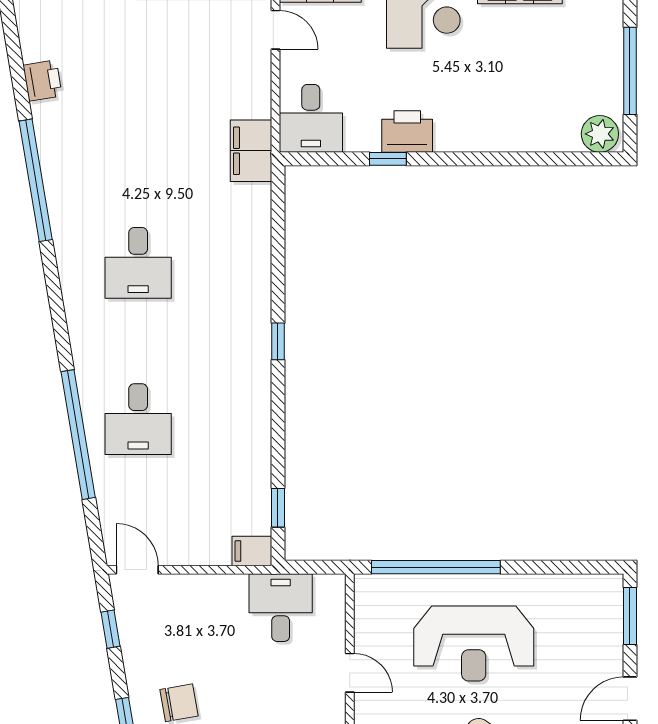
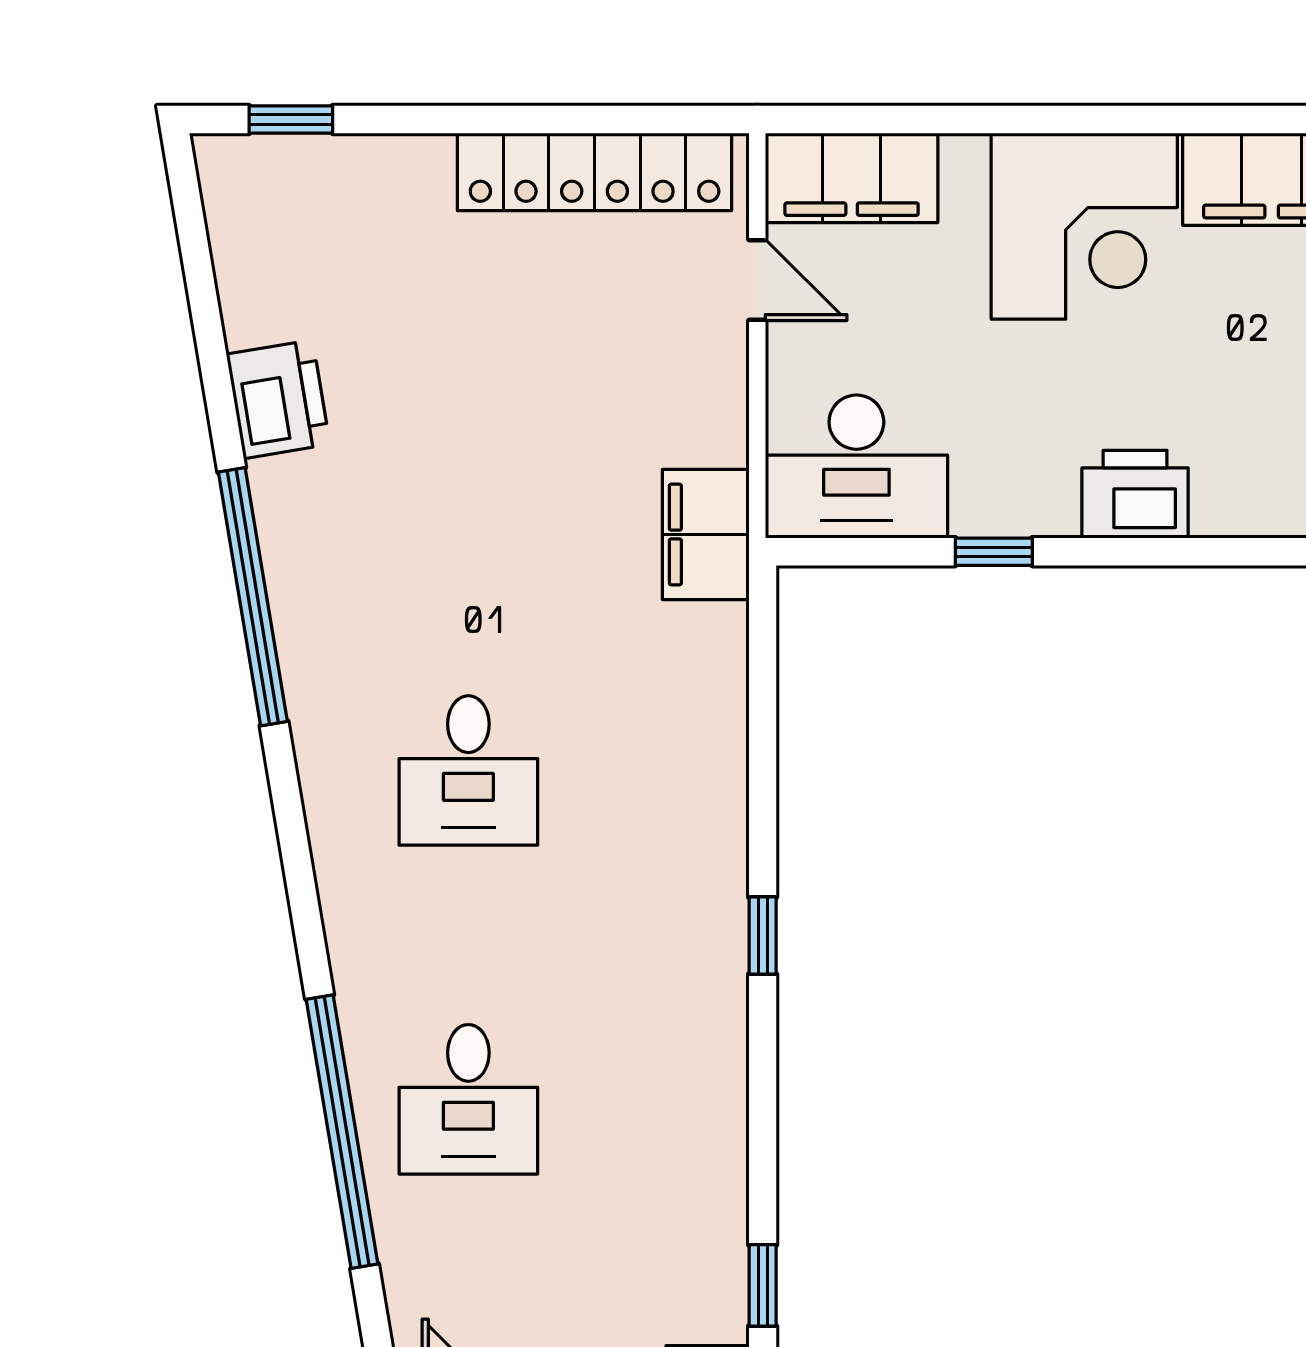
printer: (43, 80) -> (278, 399), width x1.36, depth x1.24
desk: (311, 118) -> (856, 467), width x1.37
printer: (407, 132) -> (1135, 494), moved

